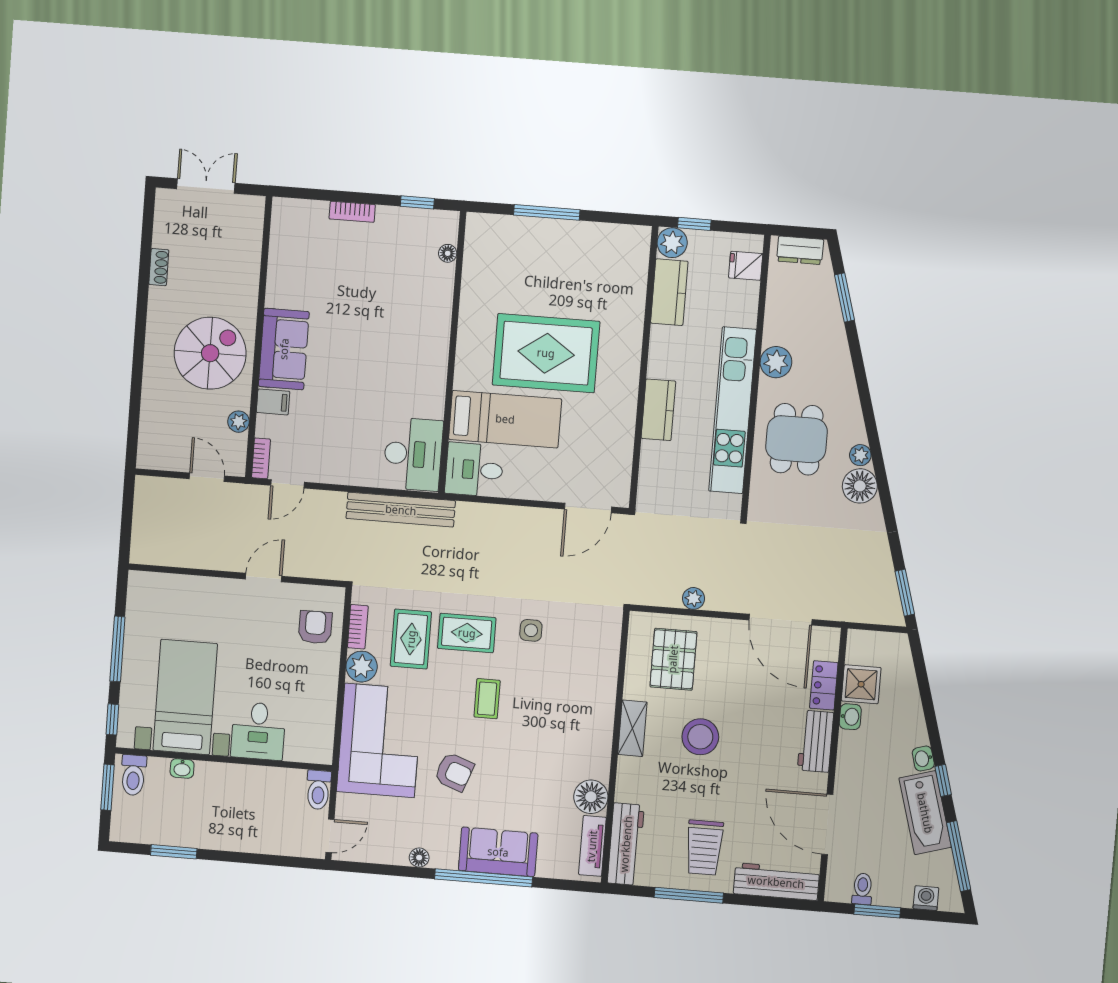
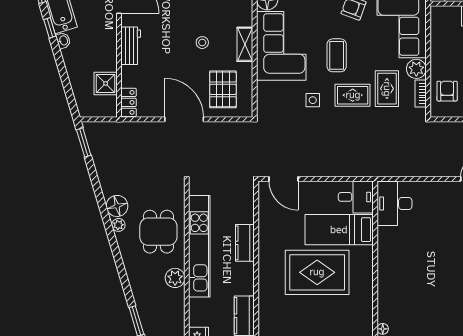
door: (588, 508) -> (283, 179), swing flipped
bench: (401, 510) -> (400, 169), removed
plant: (693, 598) -> (214, 128), removed
door: (780, 620) -> (184, 119), moved
armchair: (315, 627) -> (447, 91), turned 180
locker: (824, 685) -> (129, 102), moved
coffee table: (487, 699) -> (337, 55), width x1.36, depth x1.30
washbasin: (850, 717) -> (111, 63), removed
corner sofa: (574, 721) -> (281, 46), added
stool: (700, 737) -> (202, 43), width x0.53, depth x0.53

